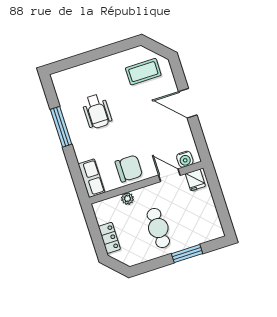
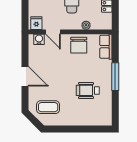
wheelchair: (97, 111) -> (88, 90), turned -90
window: (61, 127) -> (115, 77), moved
chair: (129, 169) -> (79, 45), turned -90

